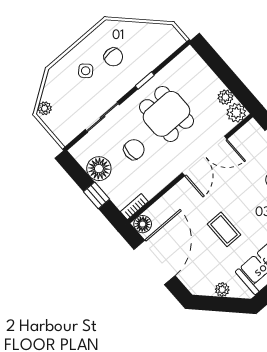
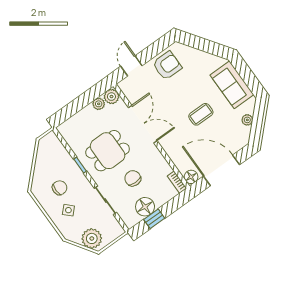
plant: (45, 108) -> (92, 238), width x1.87, depth x1.87
window: (96, 195) -> (154, 219), moved

